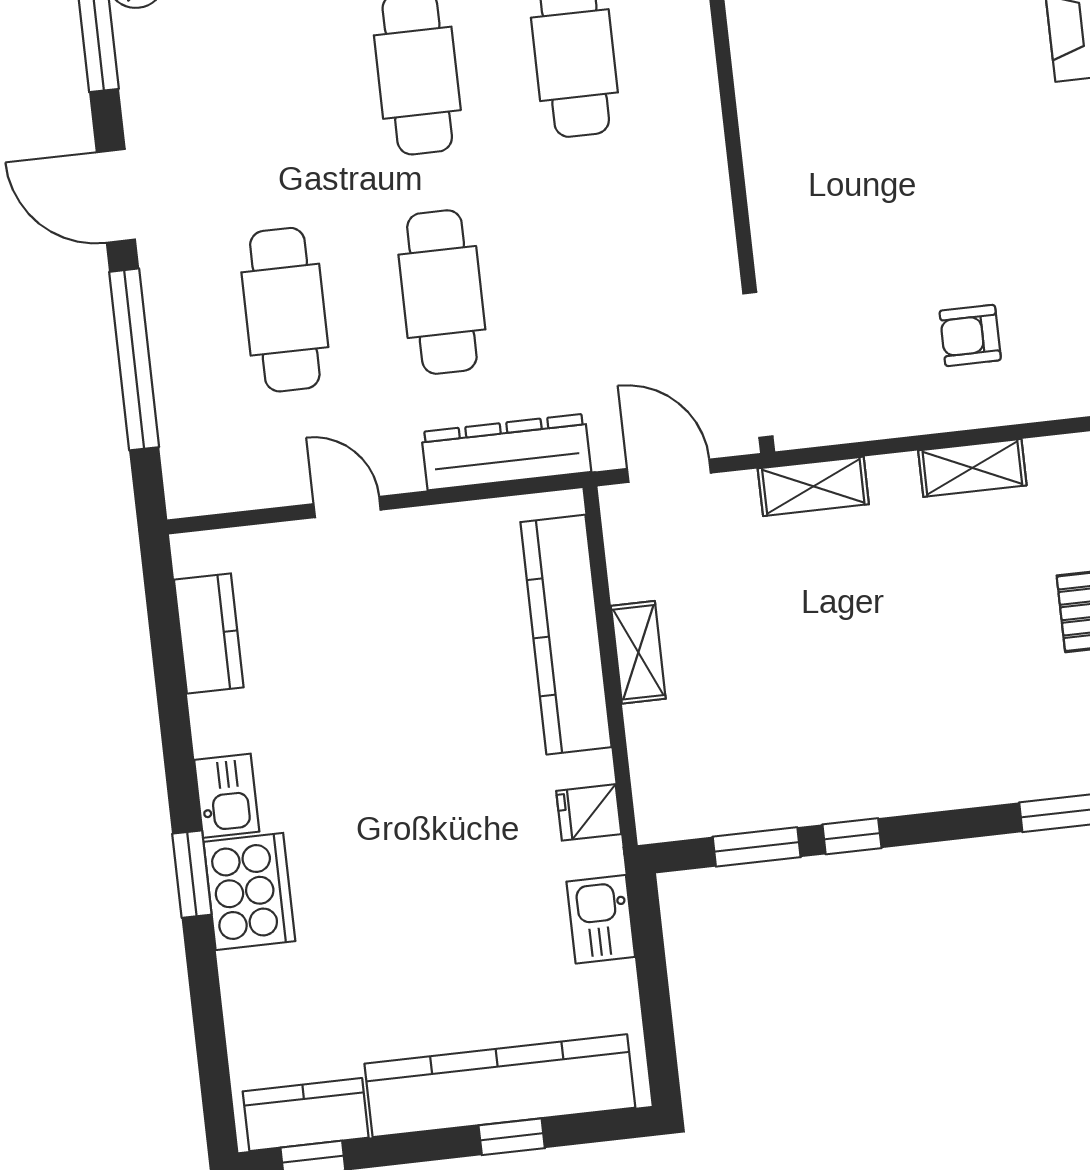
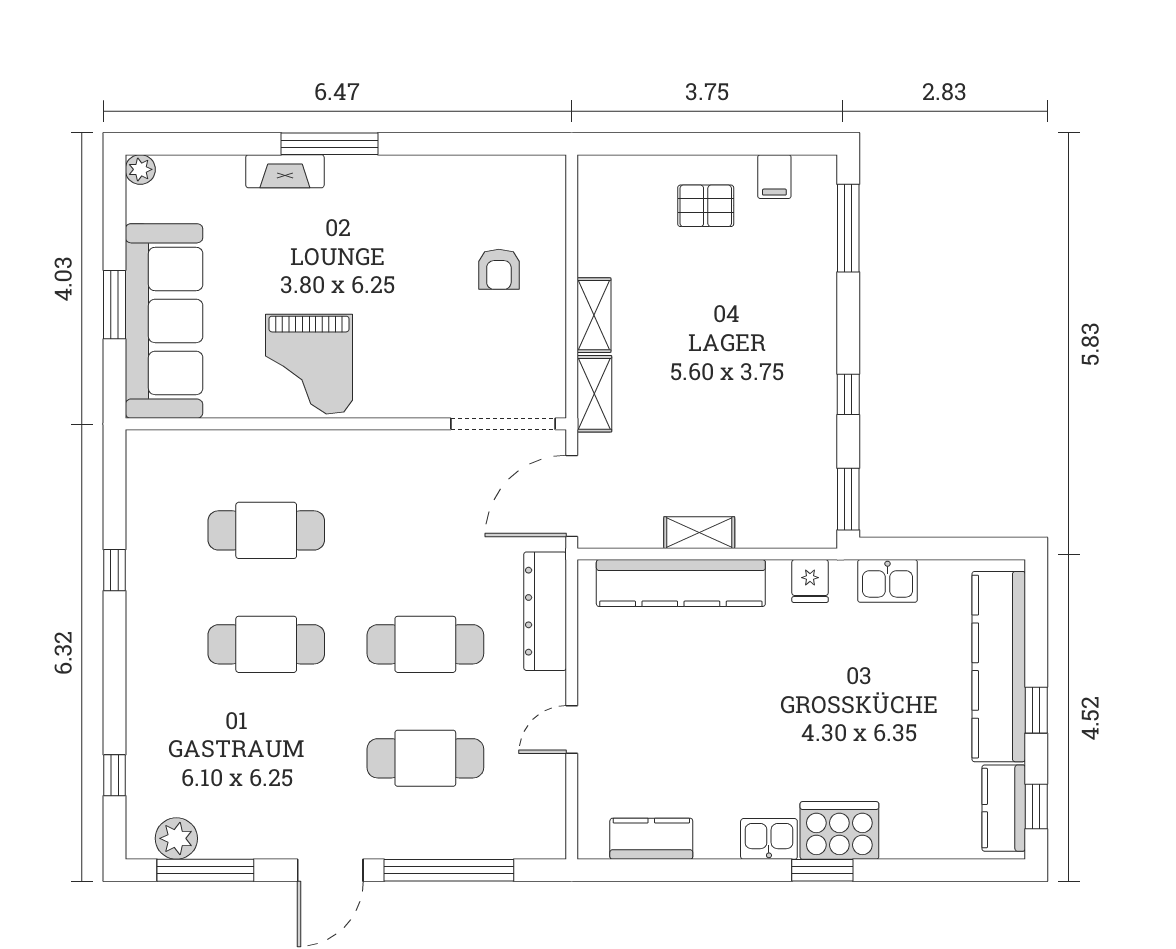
grand piano: (810, 88) -> (309, 364), added
shelving: (972, 468) -> (594, 315), moved
door: (669, 471) -> (572, 496), width x1.36
window: (757, 847) -> (848, 499), moved
window: (512, 1137) -> (1036, 710), moved

